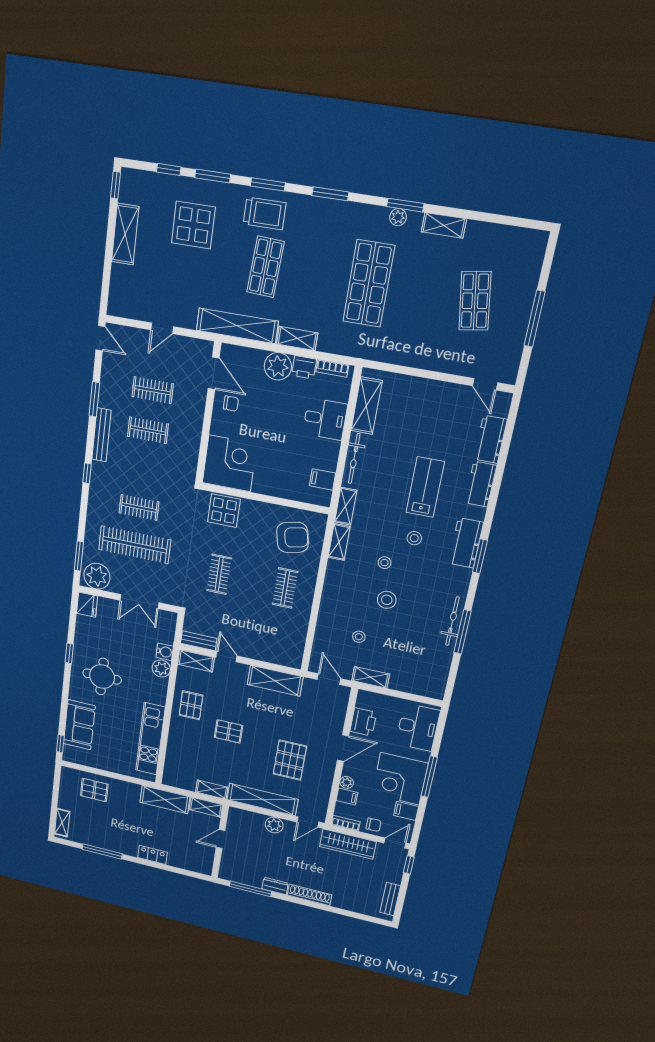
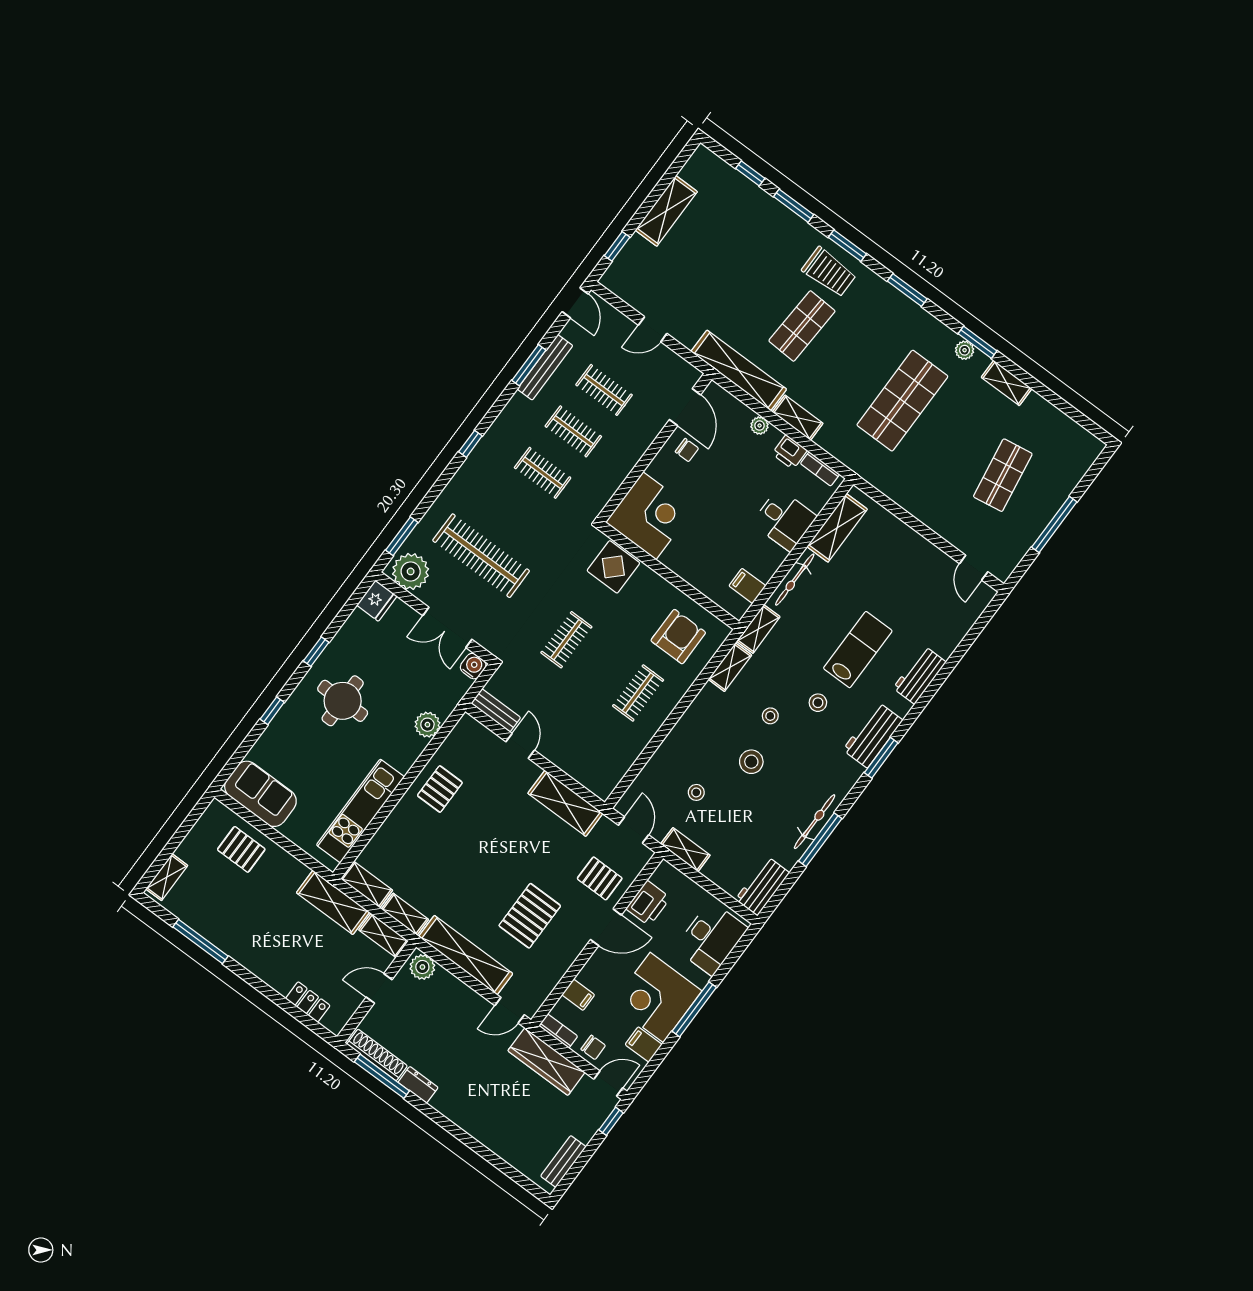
window: (115, 185) -> (617, 246), moved
display table: (193, 225) -> (747, 242), removed
plant: (278, 366) -> (760, 426), width x0.53, depth x0.53
bench: (101, 435) -> (545, 367), moved
workbench: (490, 439) -> (762, 886), moved
clothes rail: (139, 507) -> (543, 473), moved
armchair: (292, 537) -> (678, 637), turned -77
water cooler: (165, 652) -> (473, 666), moved, turned -90
shelving: (196, 661) -> (367, 885), moved
sofa: (79, 725) -> (260, 794), moved, turned -90
pallet: (229, 731) -> (600, 878), moved
window: (60, 744) -> (272, 711), moved
plant: (347, 782) -> (587, 975), removed
plant: (274, 825) -> (422, 967), moved
locker: (153, 855) -> (308, 1002), moved
shoe rack: (310, 895) -> (377, 1055), moved

